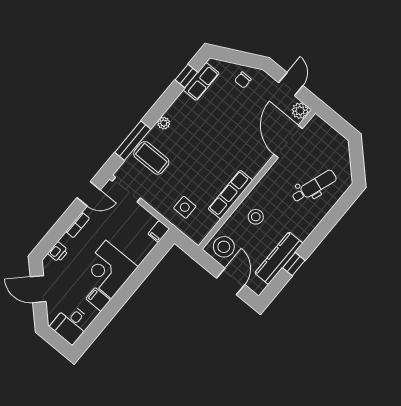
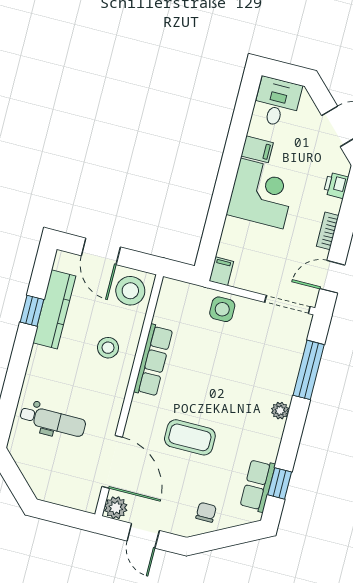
coffee table: (151, 158) -> (190, 437), moved
dental chair: (314, 186) -> (53, 421), turned -109
side table: (185, 207) -> (222, 309), moved

